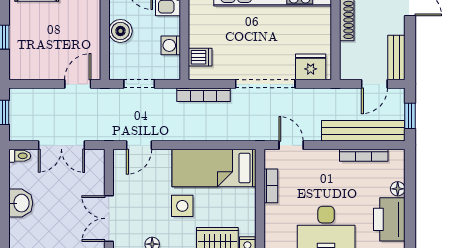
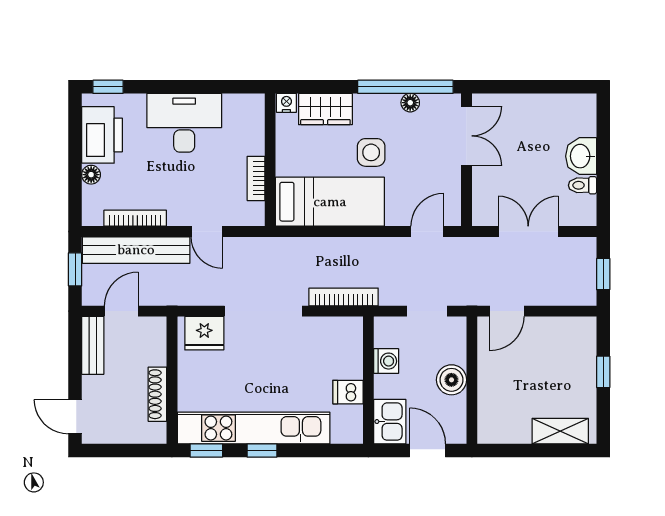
dishwasher: (200, 57) -> (348, 392), moved
door: (291, 145) -> (207, 231), moved
toilet: (20, 156) -> (582, 185), moved

